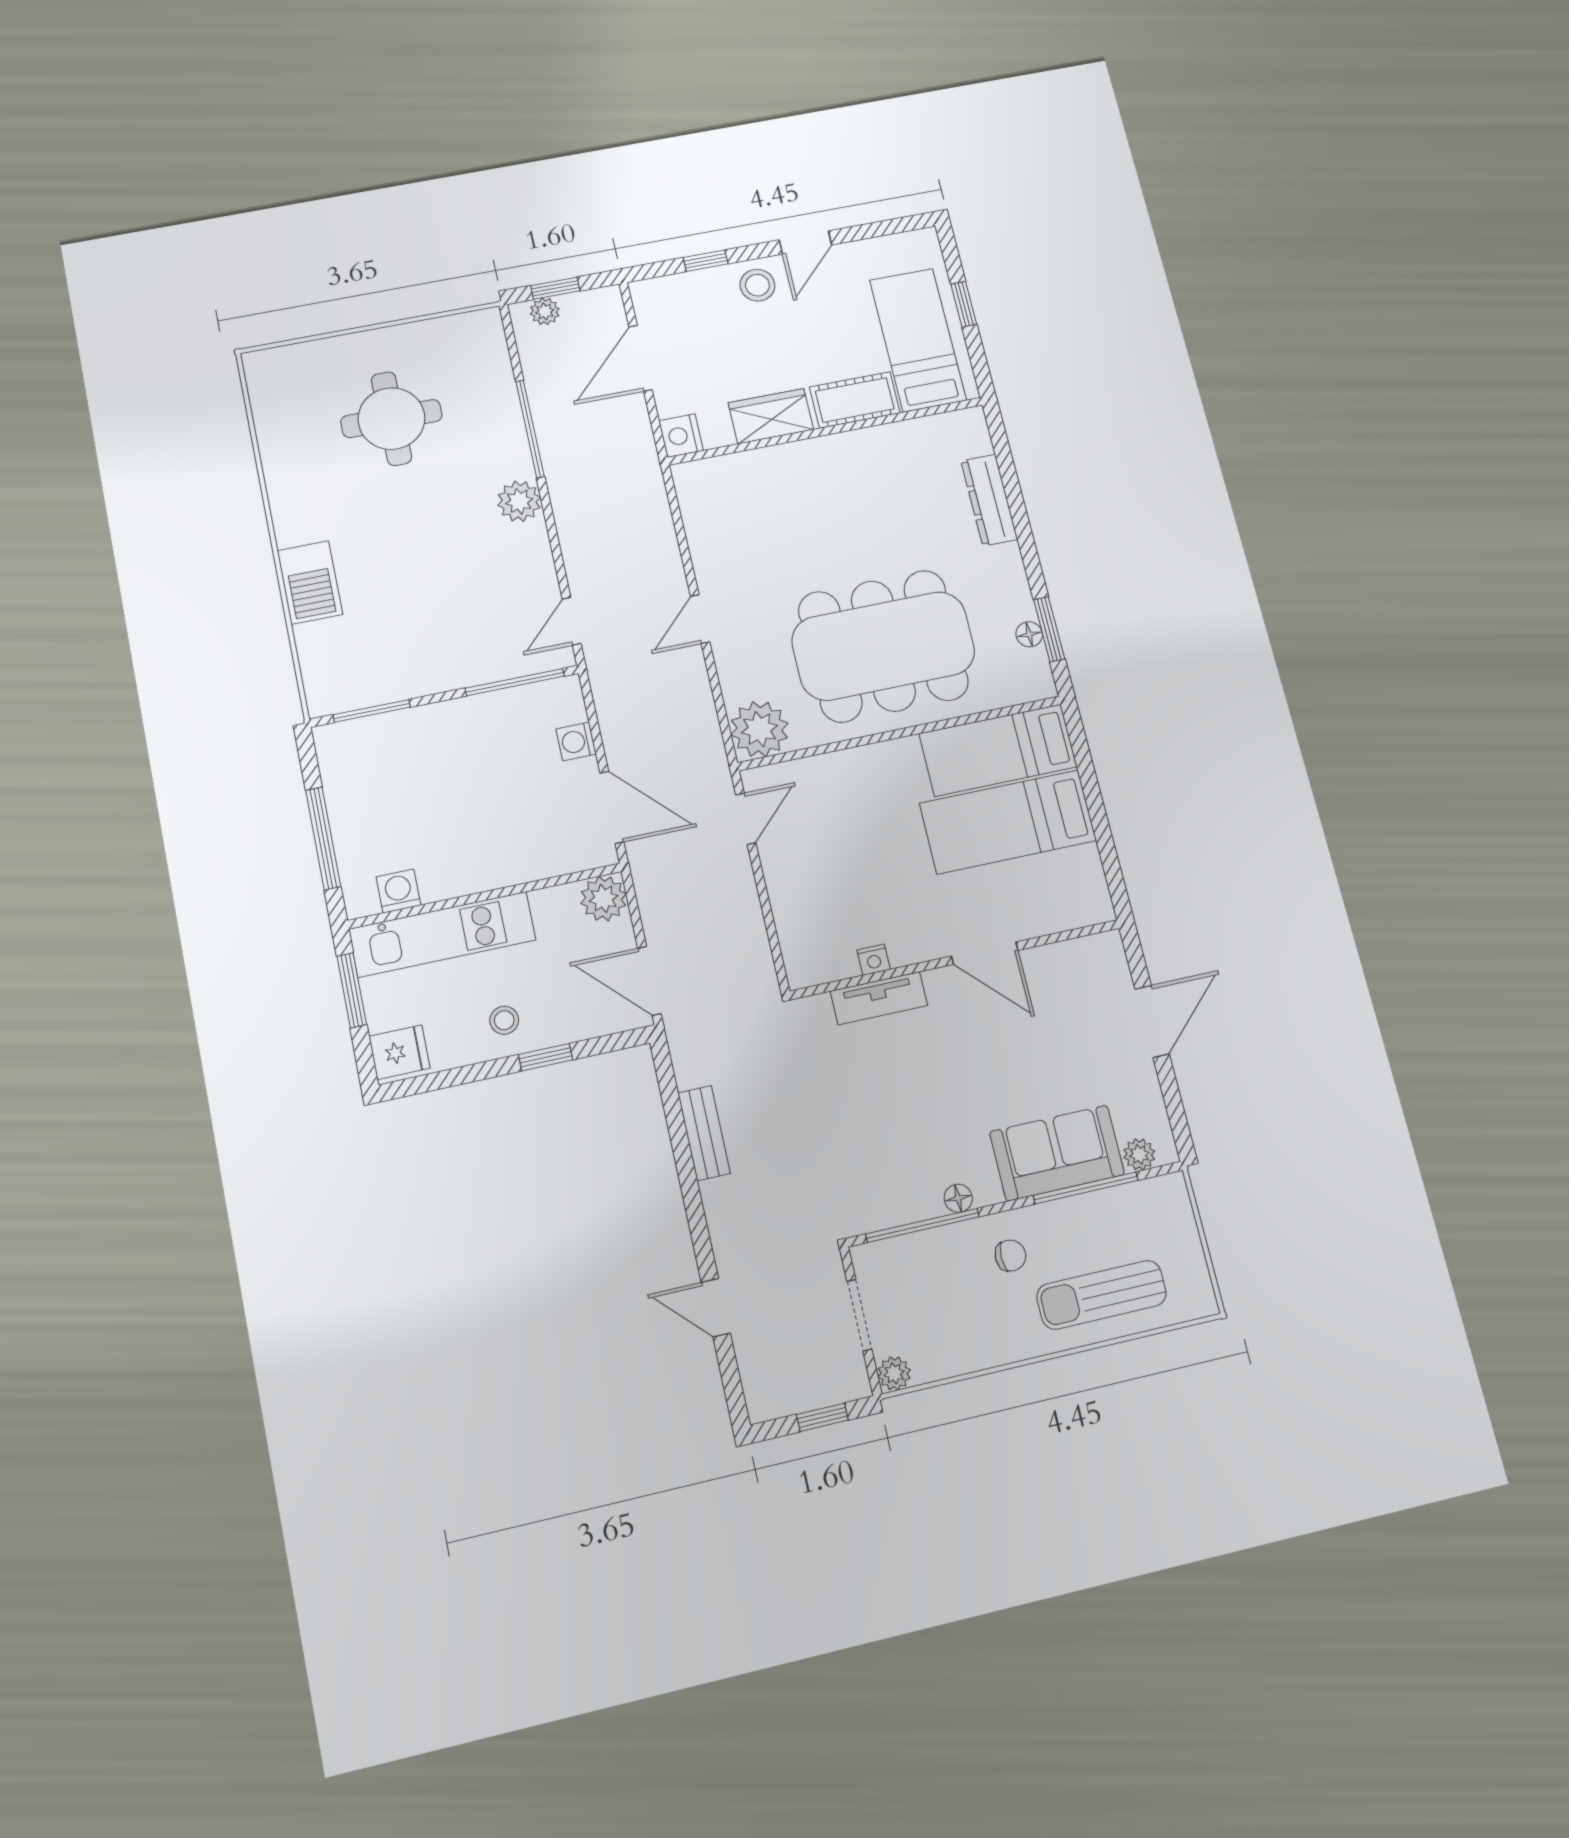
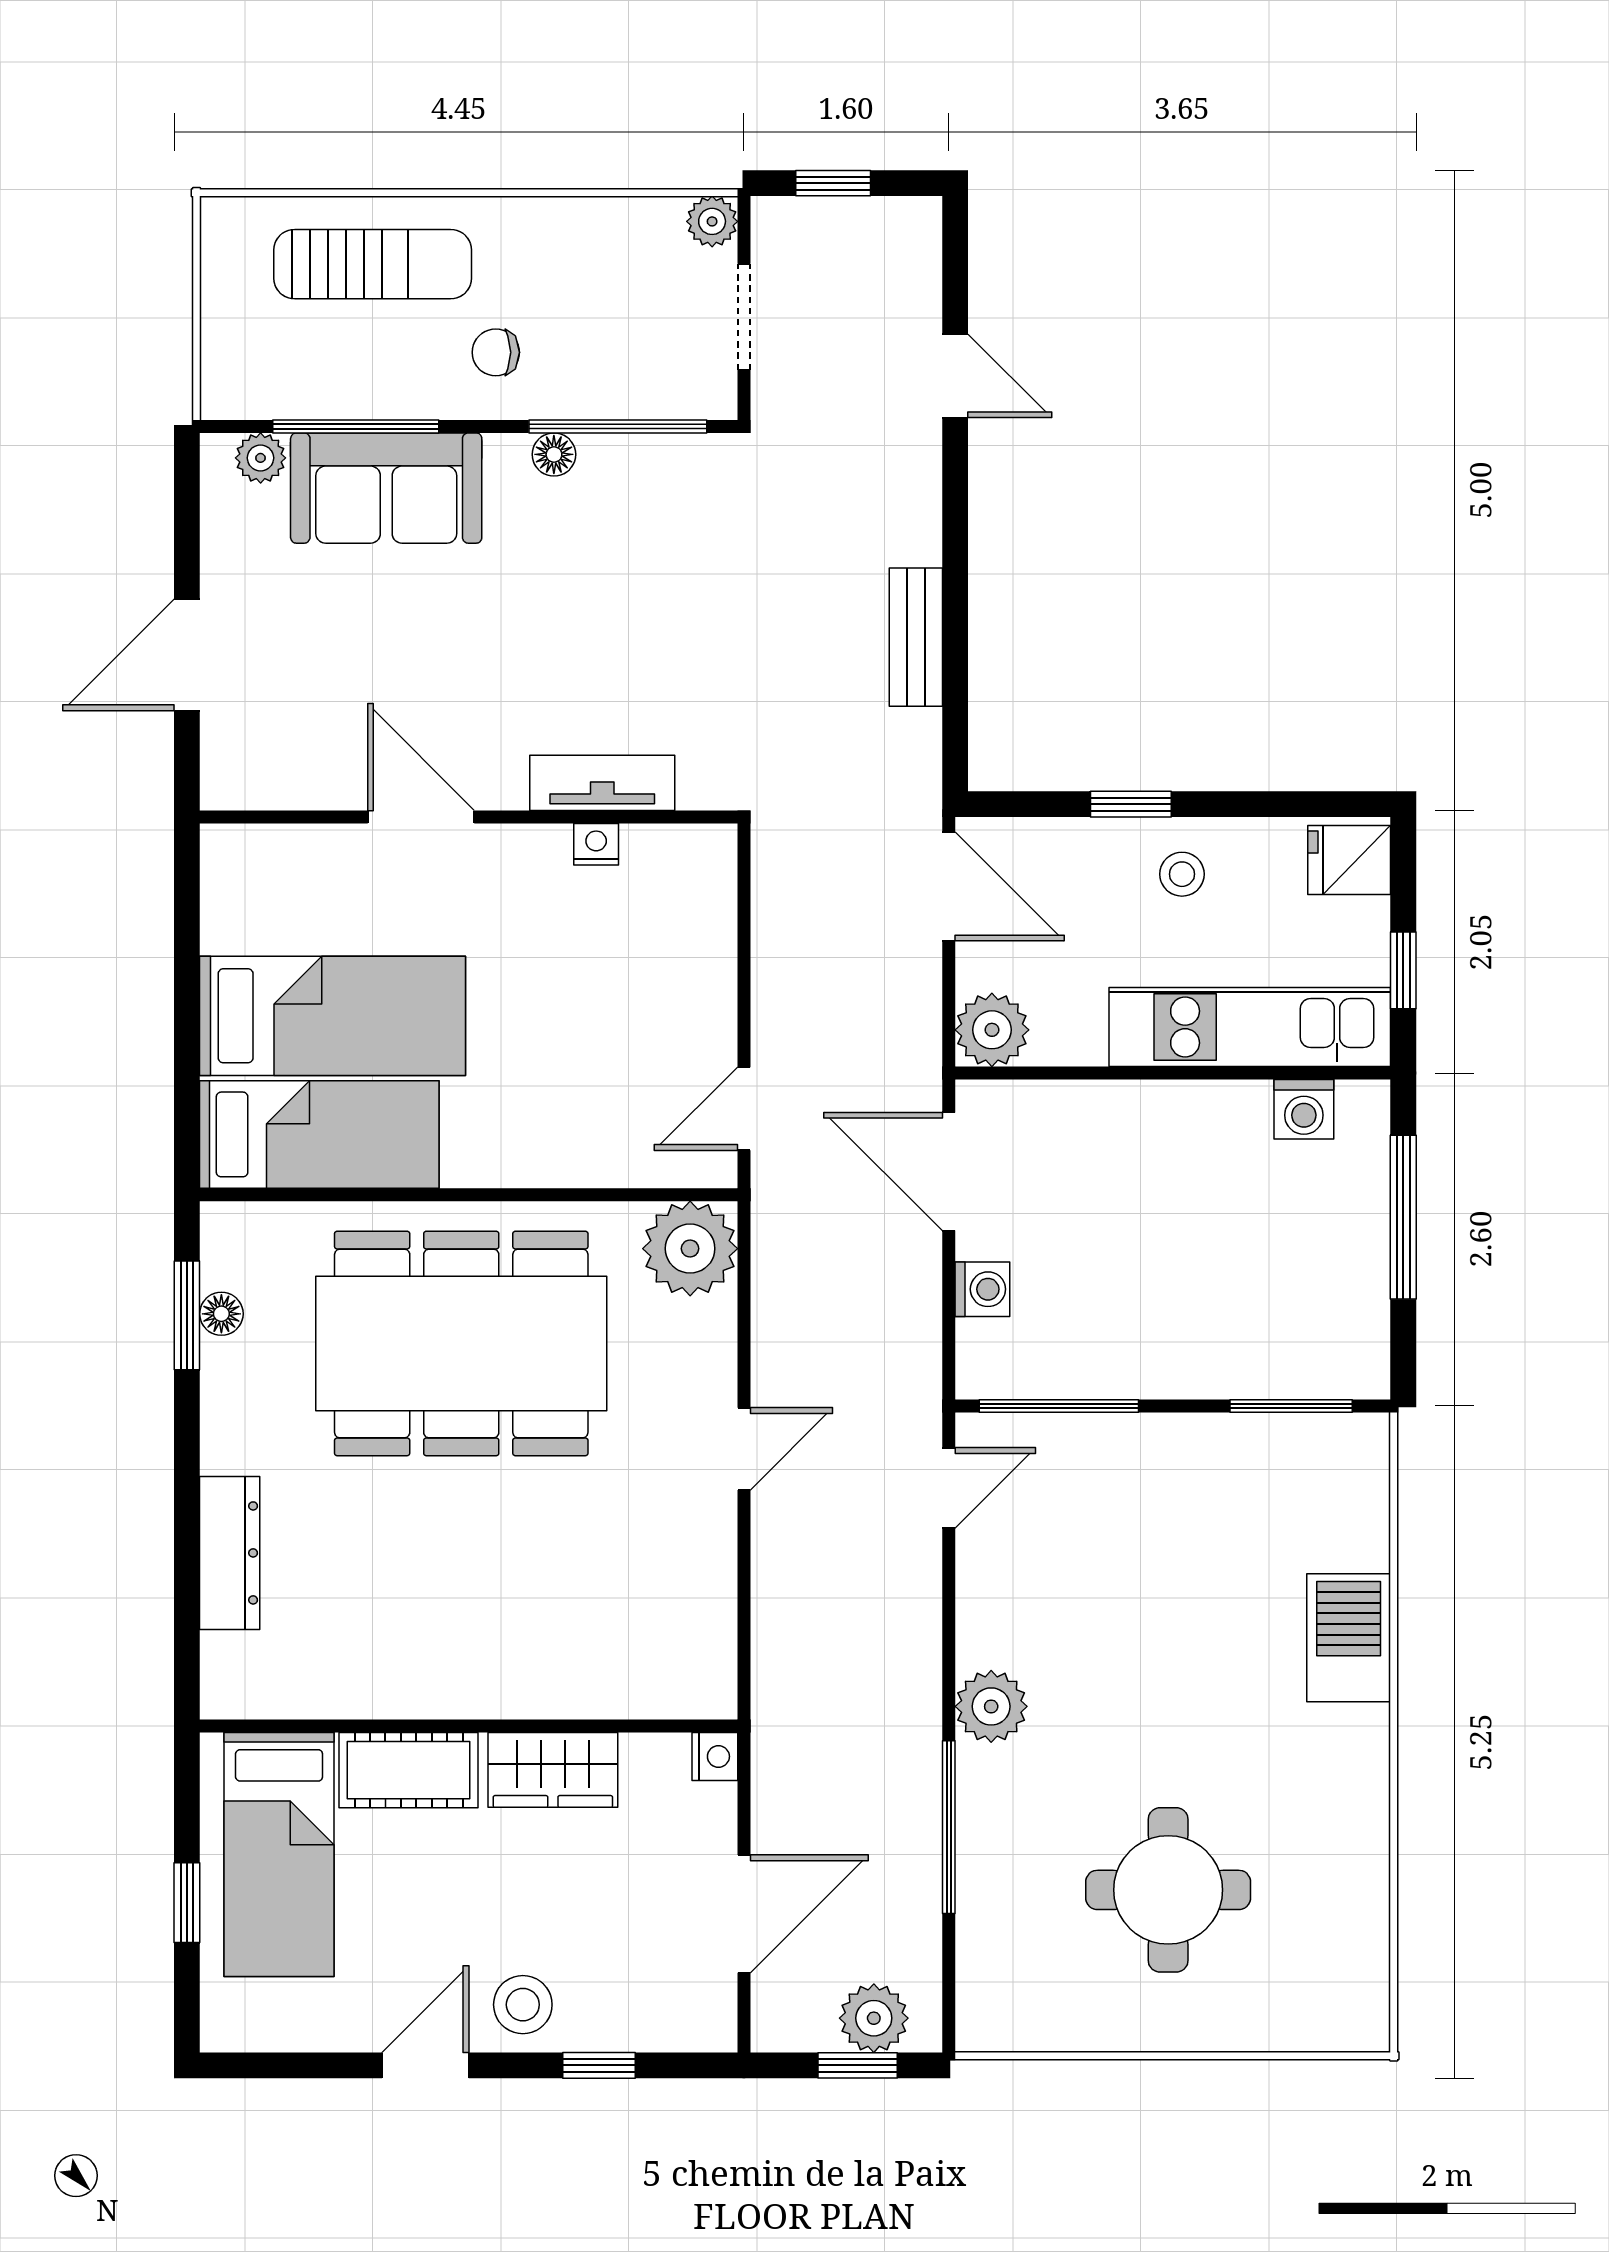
plant: (545, 311) -> (874, 2018), width x1.38, depth x1.38
nightstand: (681, 436) -> (715, 1756), width x0.72, depth x0.74
window: (352, 990) -> (1403, 970), width x0.67

